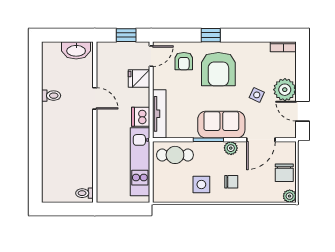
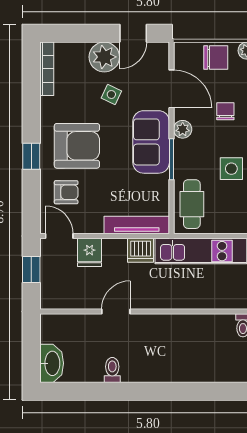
bookcase: (283, 47) -> (47, 69), width x1.56
washbasin: (76, 50) -> (52, 363), moved
chair: (231, 182) -> (225, 111), moved

